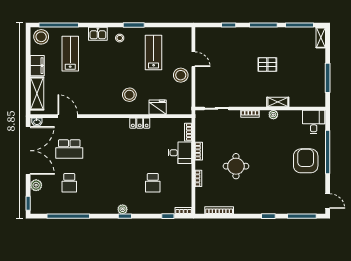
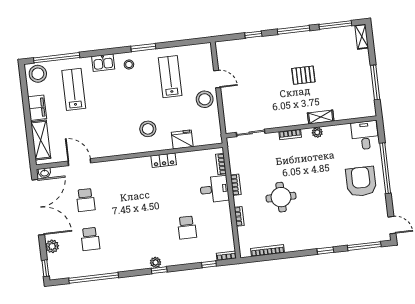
school desk: (69, 149) -> (86, 200), width x0.54

